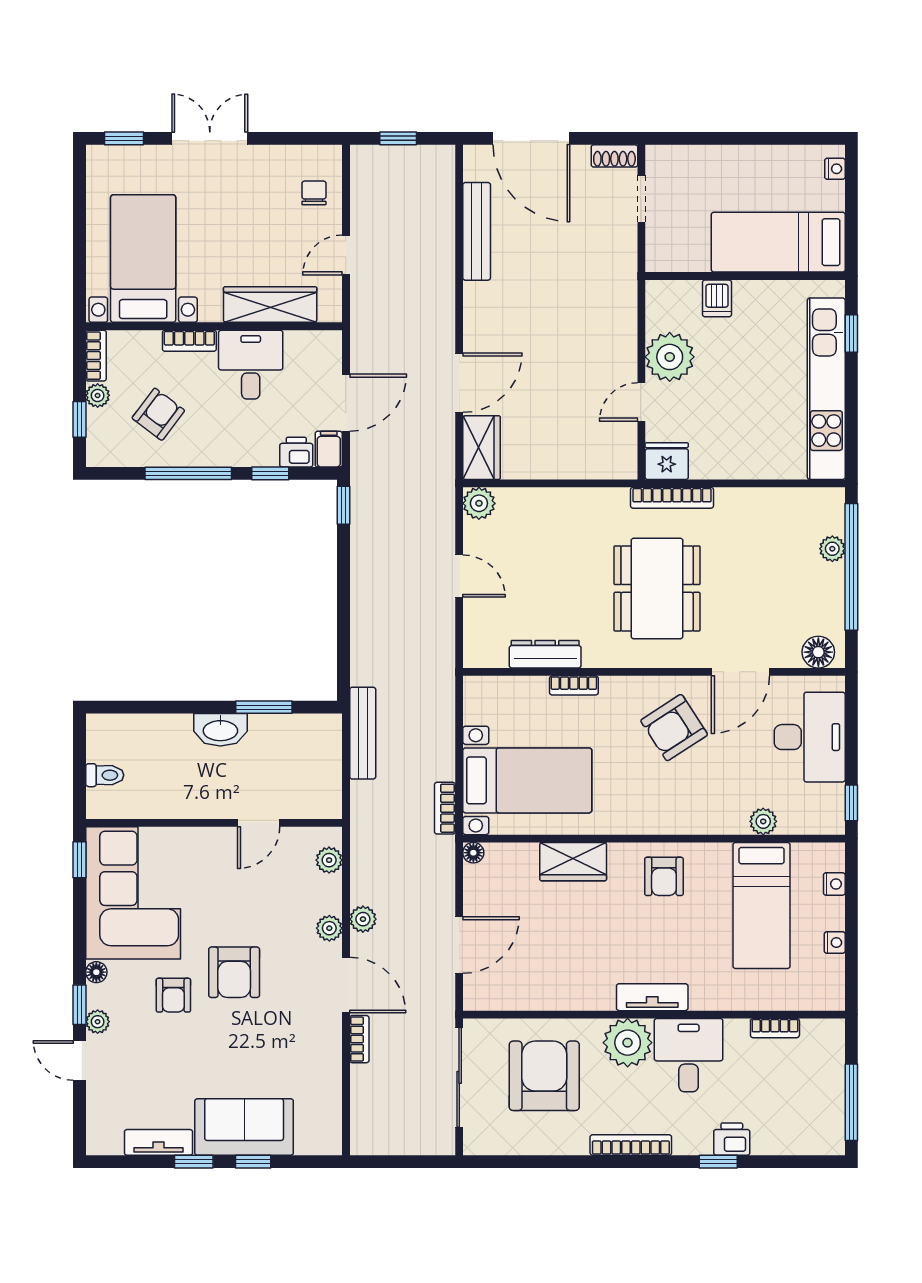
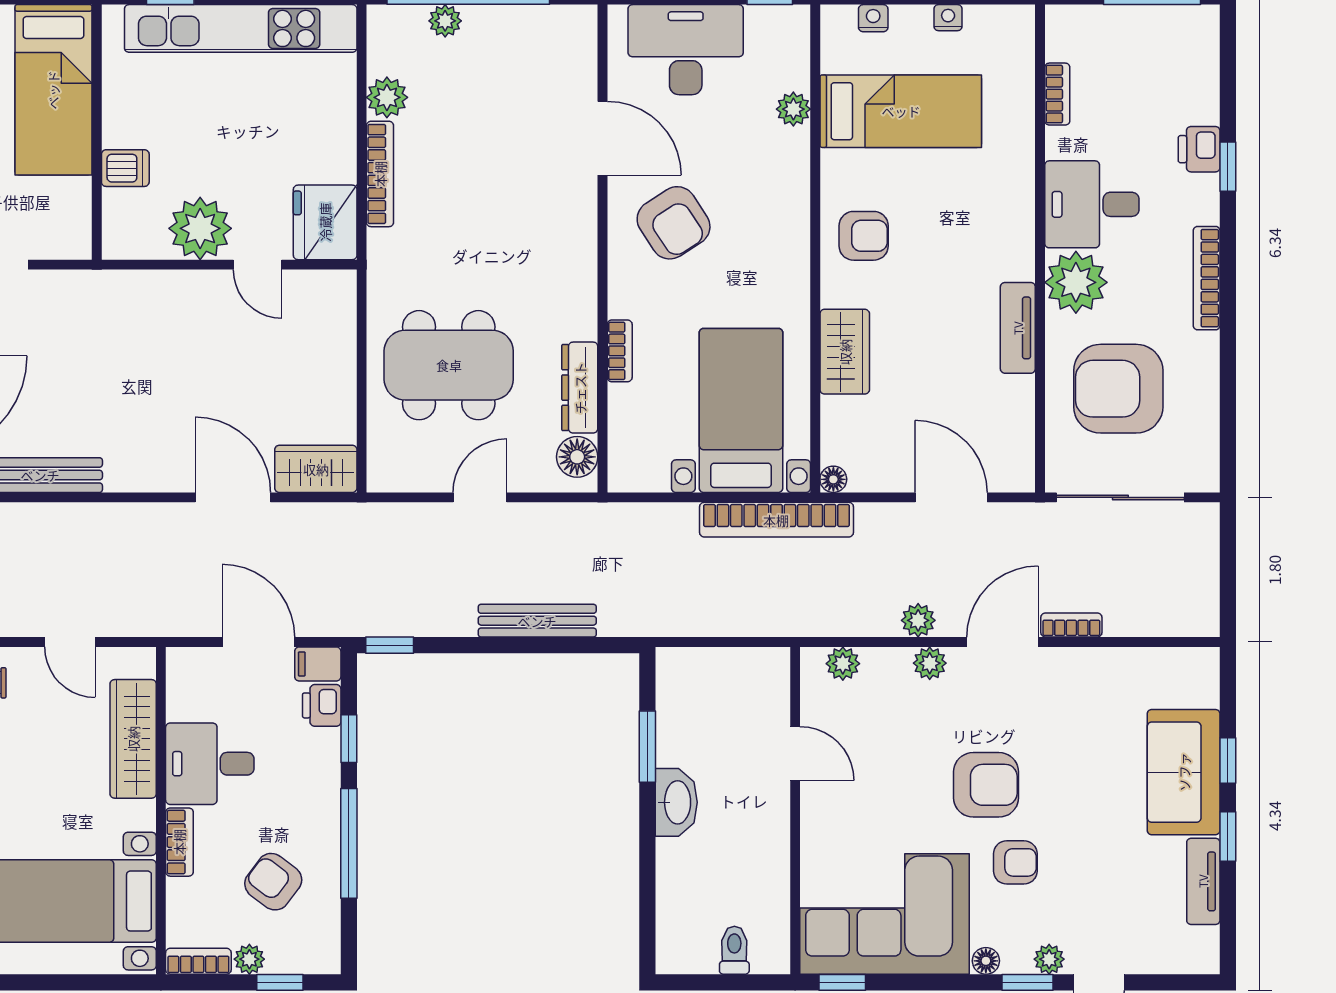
fridge: (667, 461) -> (325, 222), width x1.36, depth x1.34
bookcase: (672, 498) -> (380, 174), moved
plant: (479, 503) -> (387, 97), moved
dining table: (657, 588) -> (449, 365), moved
floor lamp: (818, 652) -> (577, 457), moved
bench: (363, 733) -> (537, 621), moved
bookcase: (445, 808) -> (776, 520), width x2.31, depth x1.31
tv unit: (652, 997) -> (1018, 328), moved

